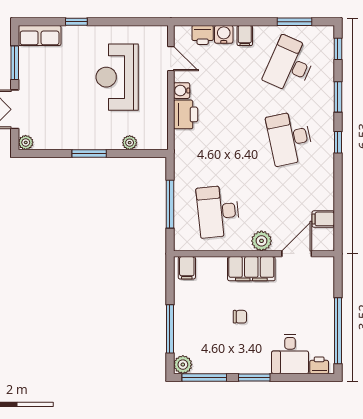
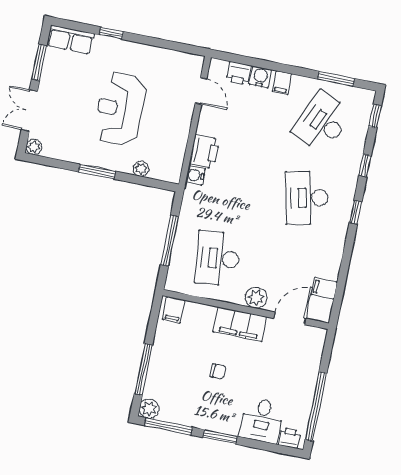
reception desk: (117, 77) -> (120, 109), moved
water cooler: (182, 91) -> (195, 175), moved
window: (338, 97) -> (365, 165), width x0.67

